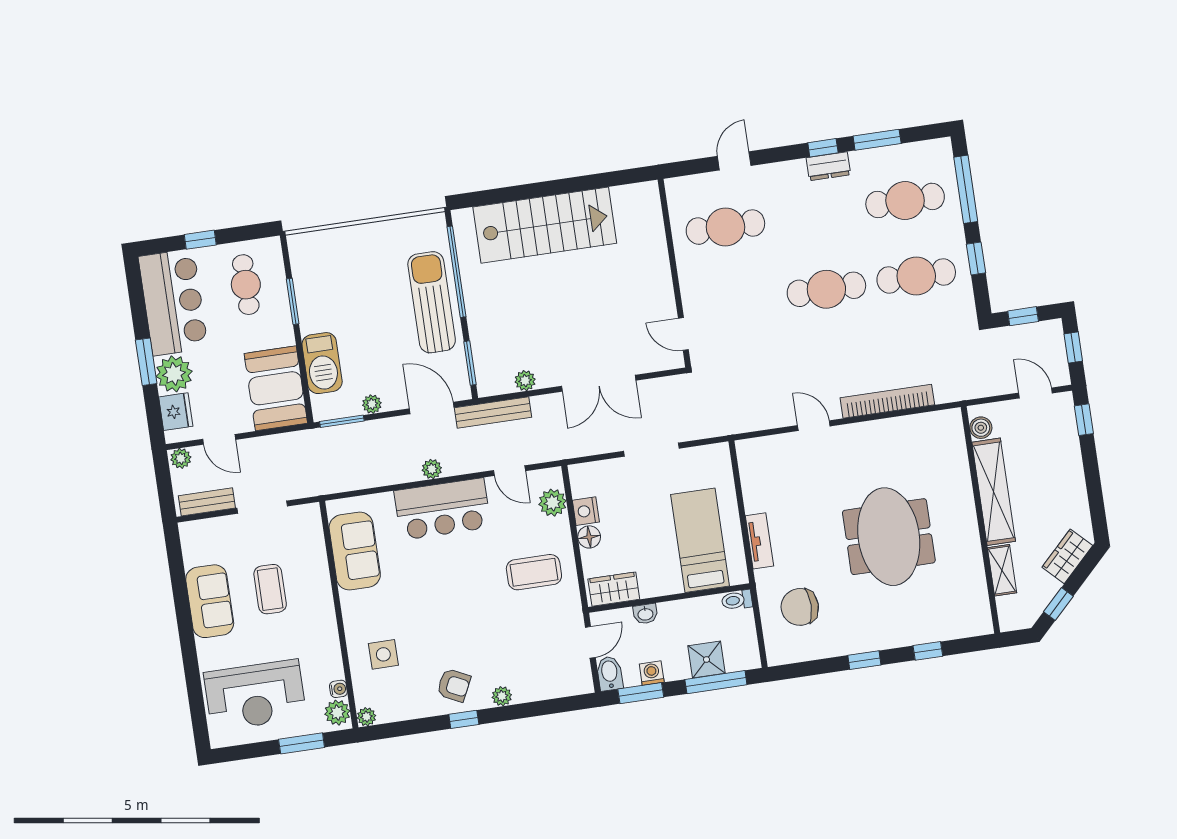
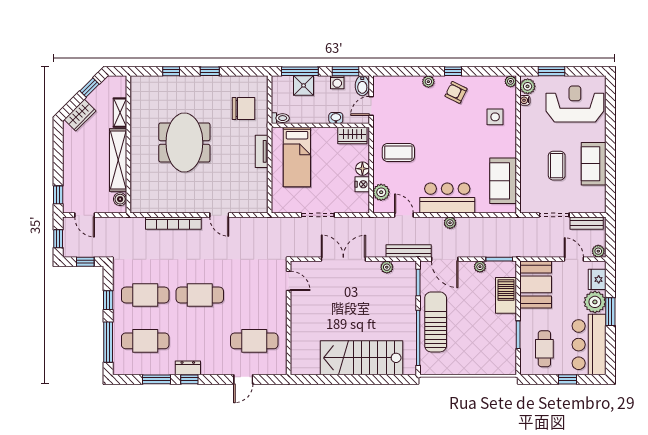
sun lounger: (432, 302) -> (436, 322), turned 180

